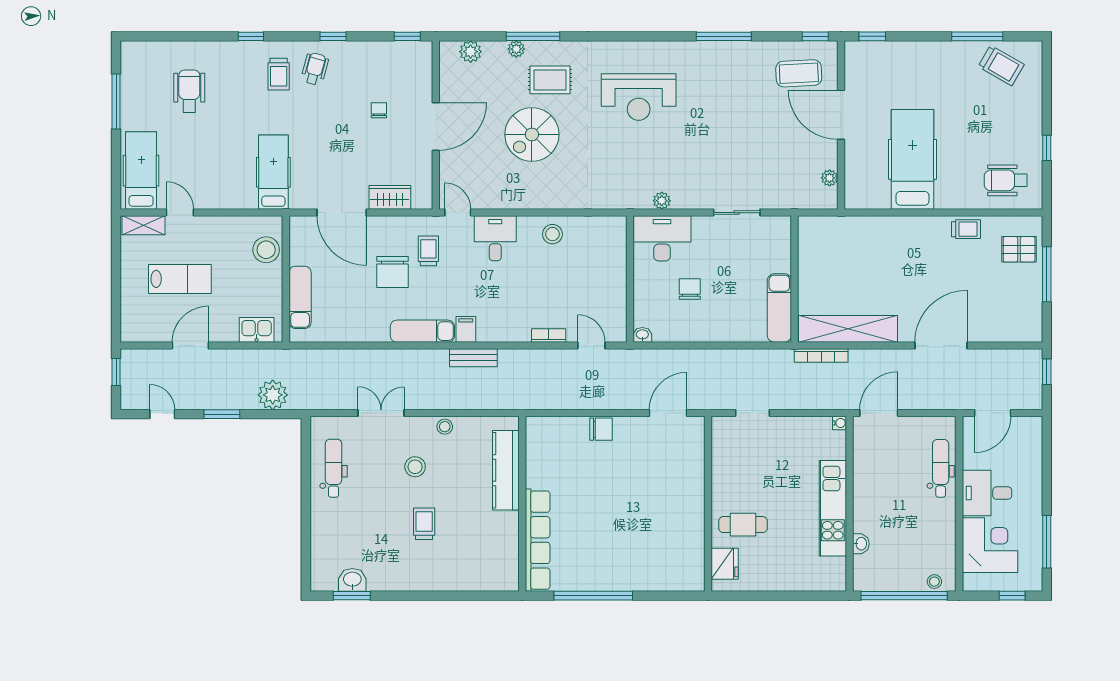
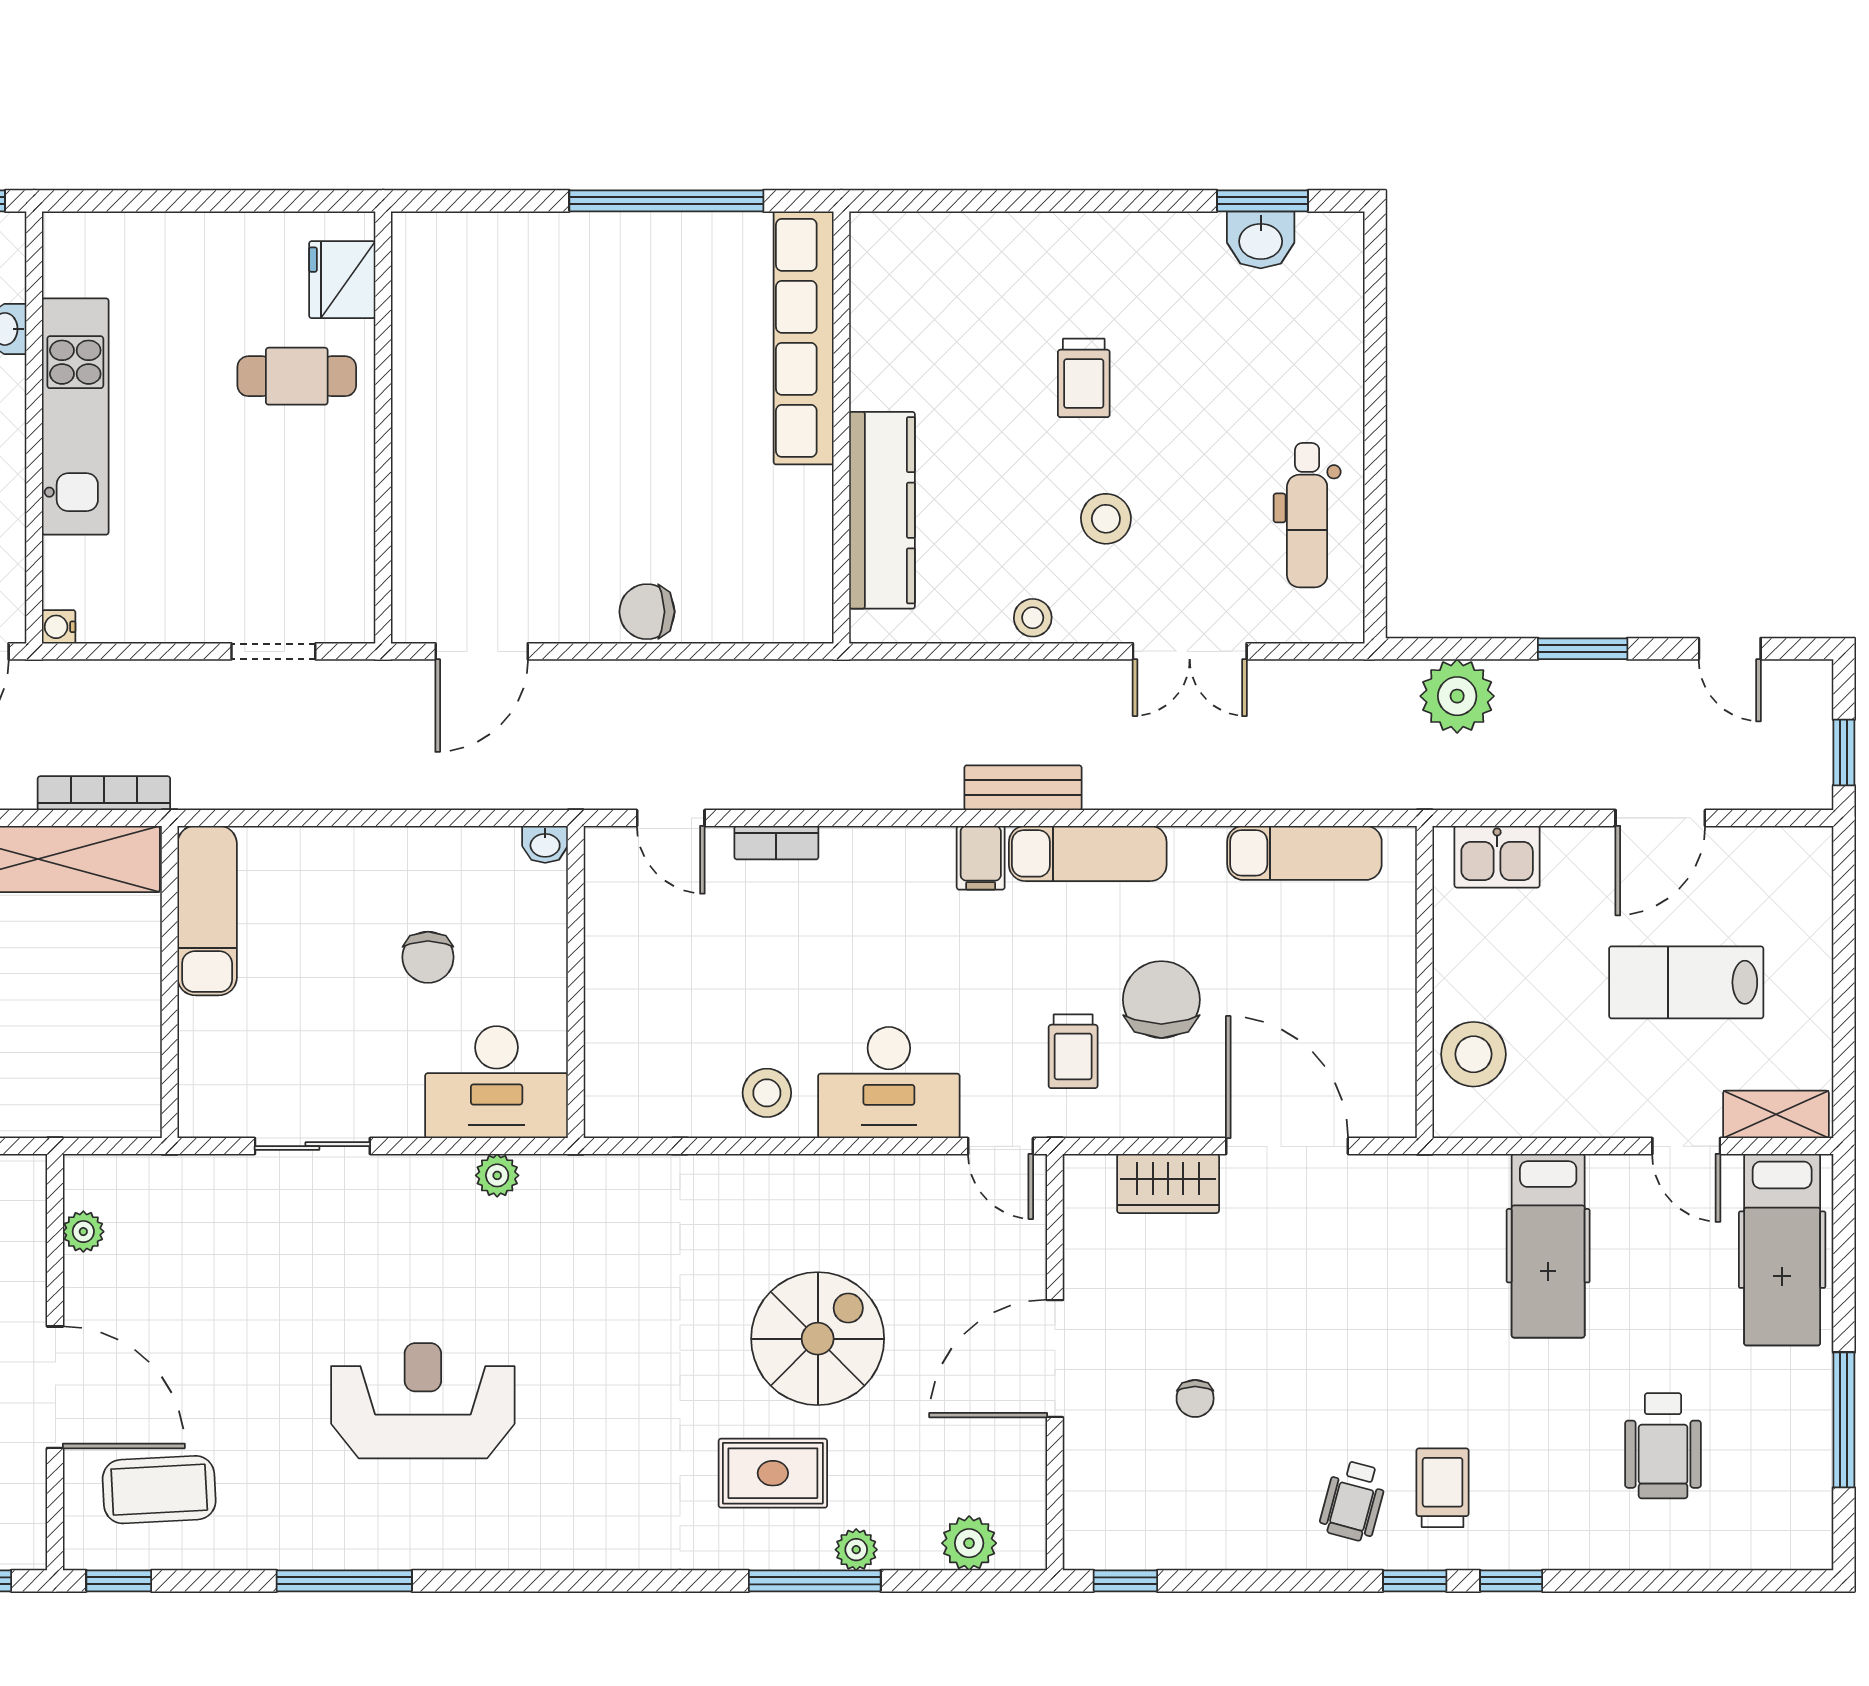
window: (333, 36) -> (1415, 1581), moved
reception desk: (639, 97) -> (423, 1401), moved
hospital bed: (273, 172) -> (1548, 1246), moved
desk: (495, 238) -> (889, 1083), width x1.37
exam couch: (300, 297) -> (1304, 853), moved, turned -90
bench: (473, 358) -> (1023, 788), moved

